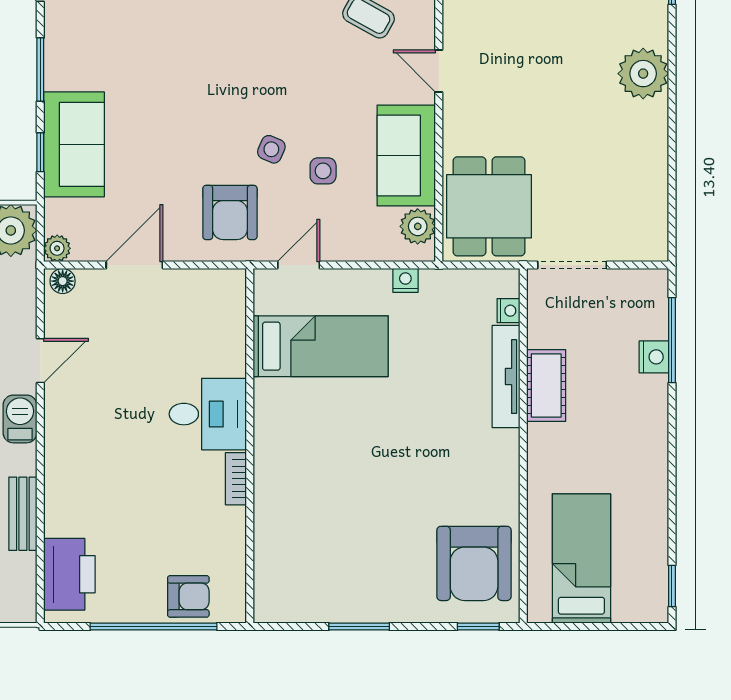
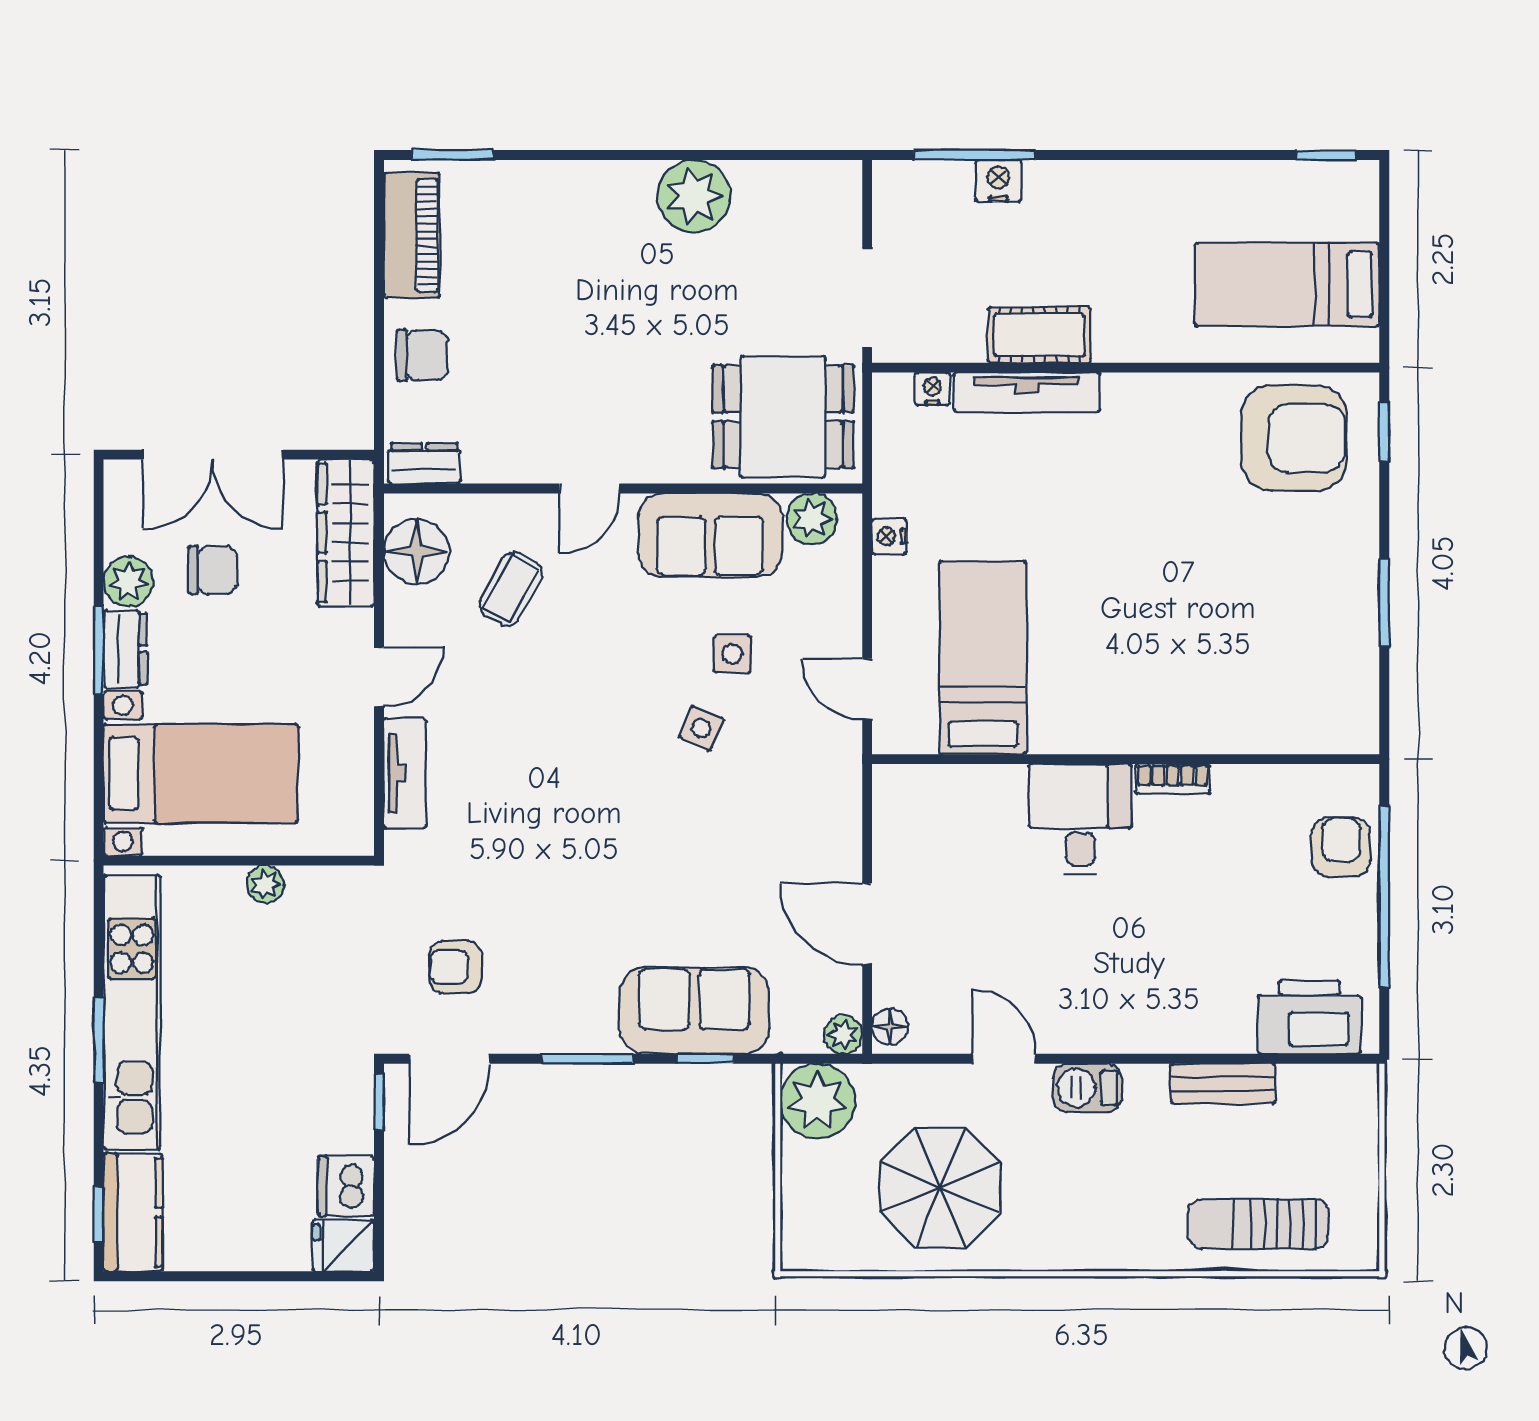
plant: (643, 74) -> (694, 196), moved
armchair: (230, 212) -> (792, 787), removed

